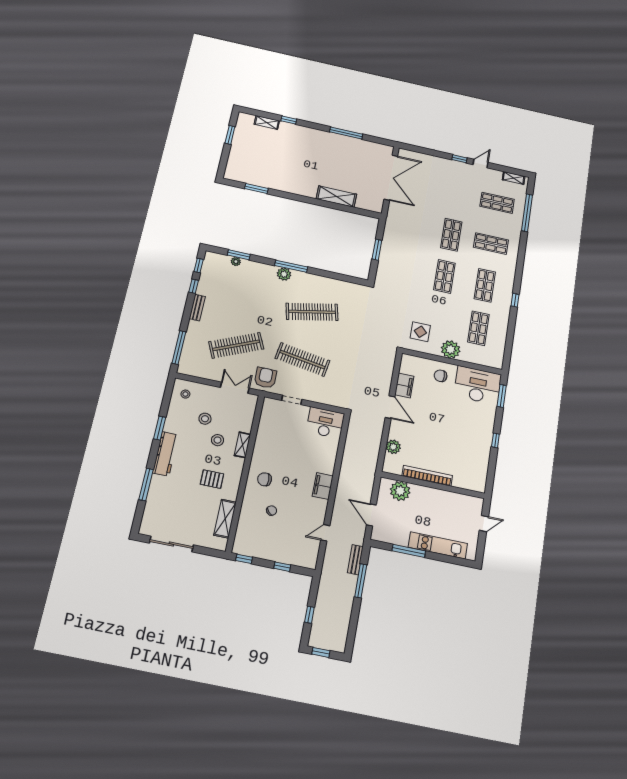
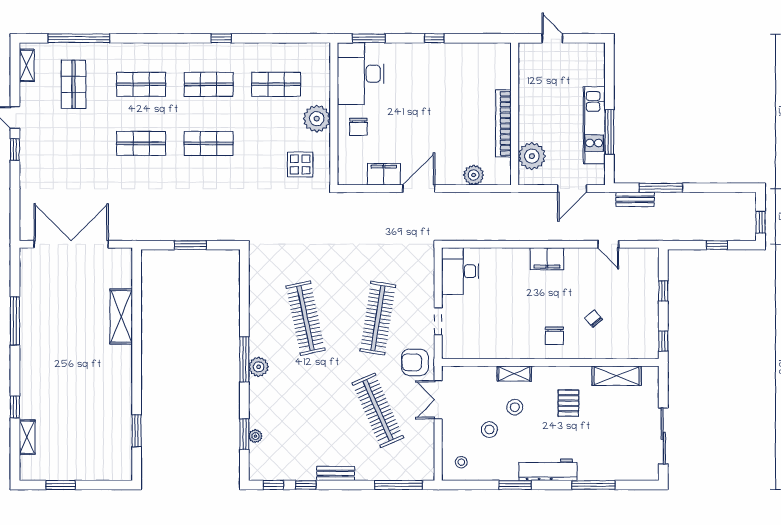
shop shelf: (491, 244) -> (141, 84), turned 90
kitchen unit: (438, 545) -> (594, 125), moved

